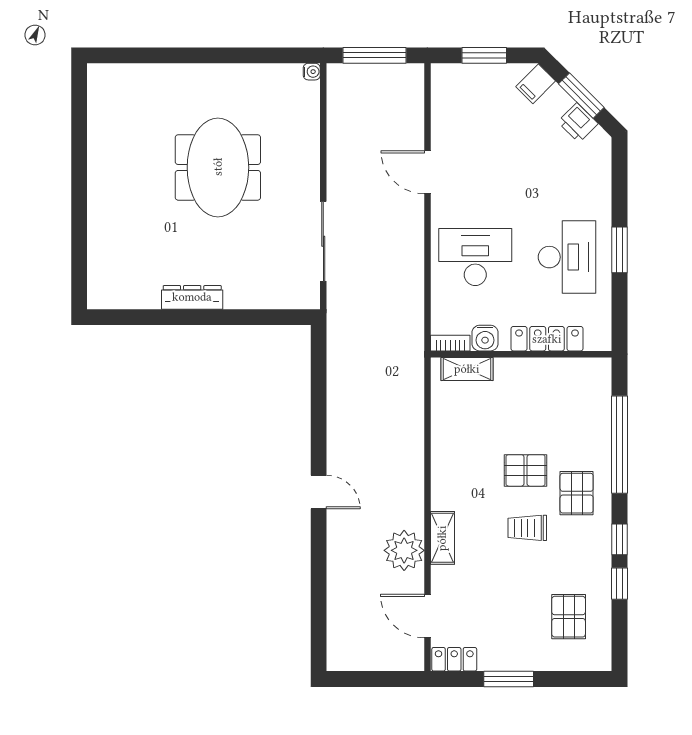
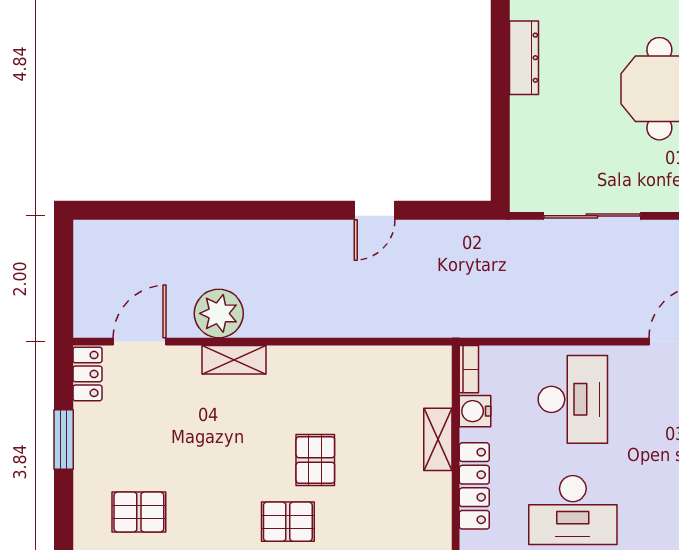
shelving: (467, 369) -> (438, 439), moved
door: (319, 492) -> (375, 210), moved
trolley: (527, 528) -> (246, 462), removed

